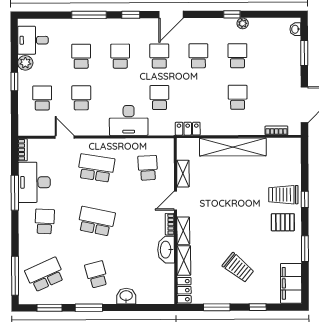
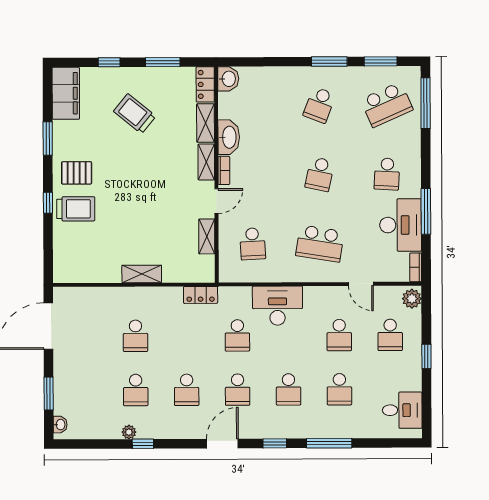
plant: (25, 63) -> (412, 299), moved
bookcase: (276, 130) -> (85, 293), removed
shelving: (233, 147) -> (142, 274), width x0.45, depth x0.75
school desk: (96, 221) -> (320, 174), width x0.54
school desk: (96, 274) -> (319, 105), turned 36
washbasin: (126, 296) -> (228, 79), moved, turned -90

